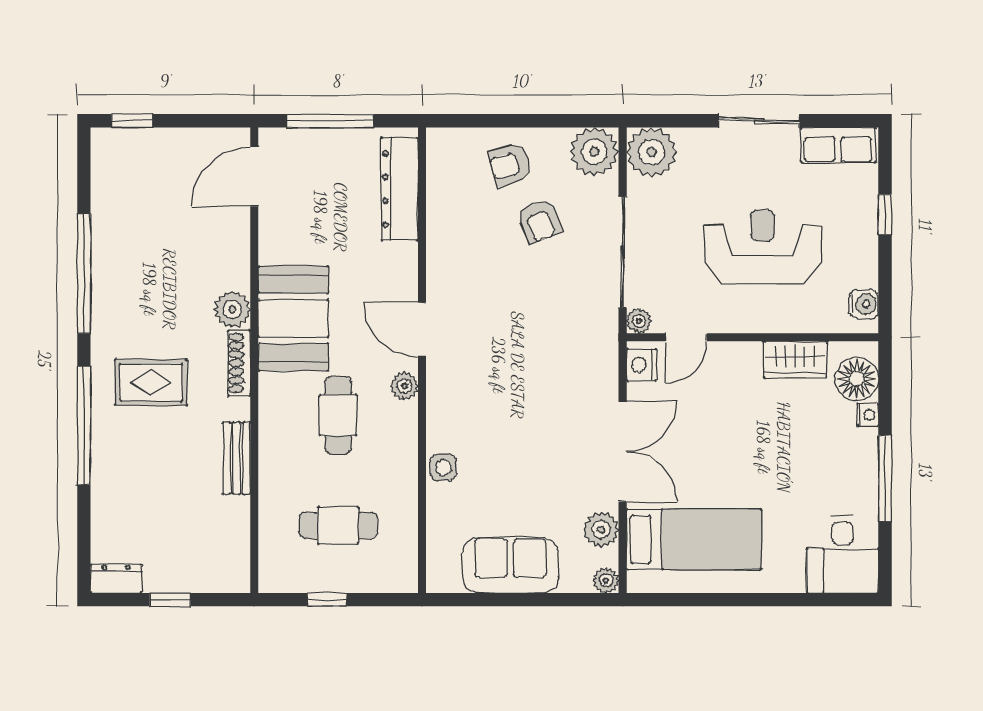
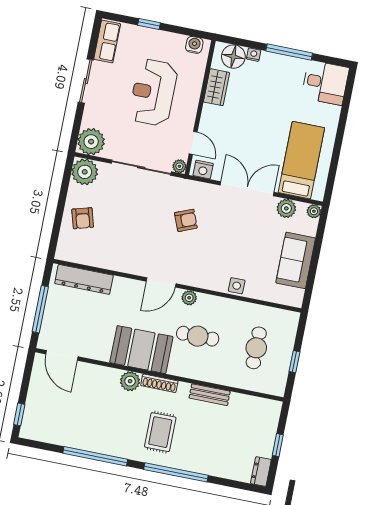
armchair: (539, 221) -> (186, 220), moved

